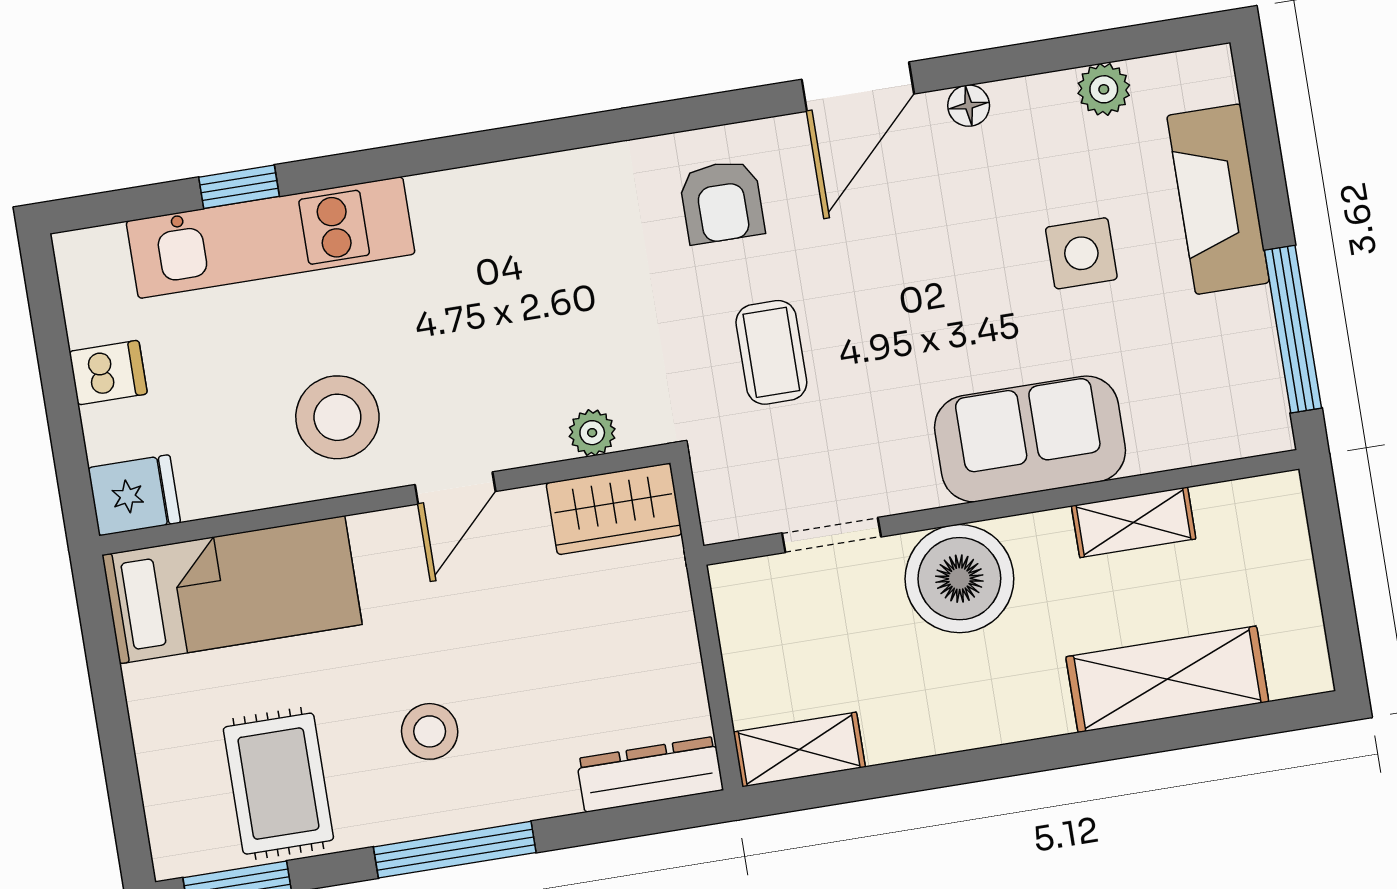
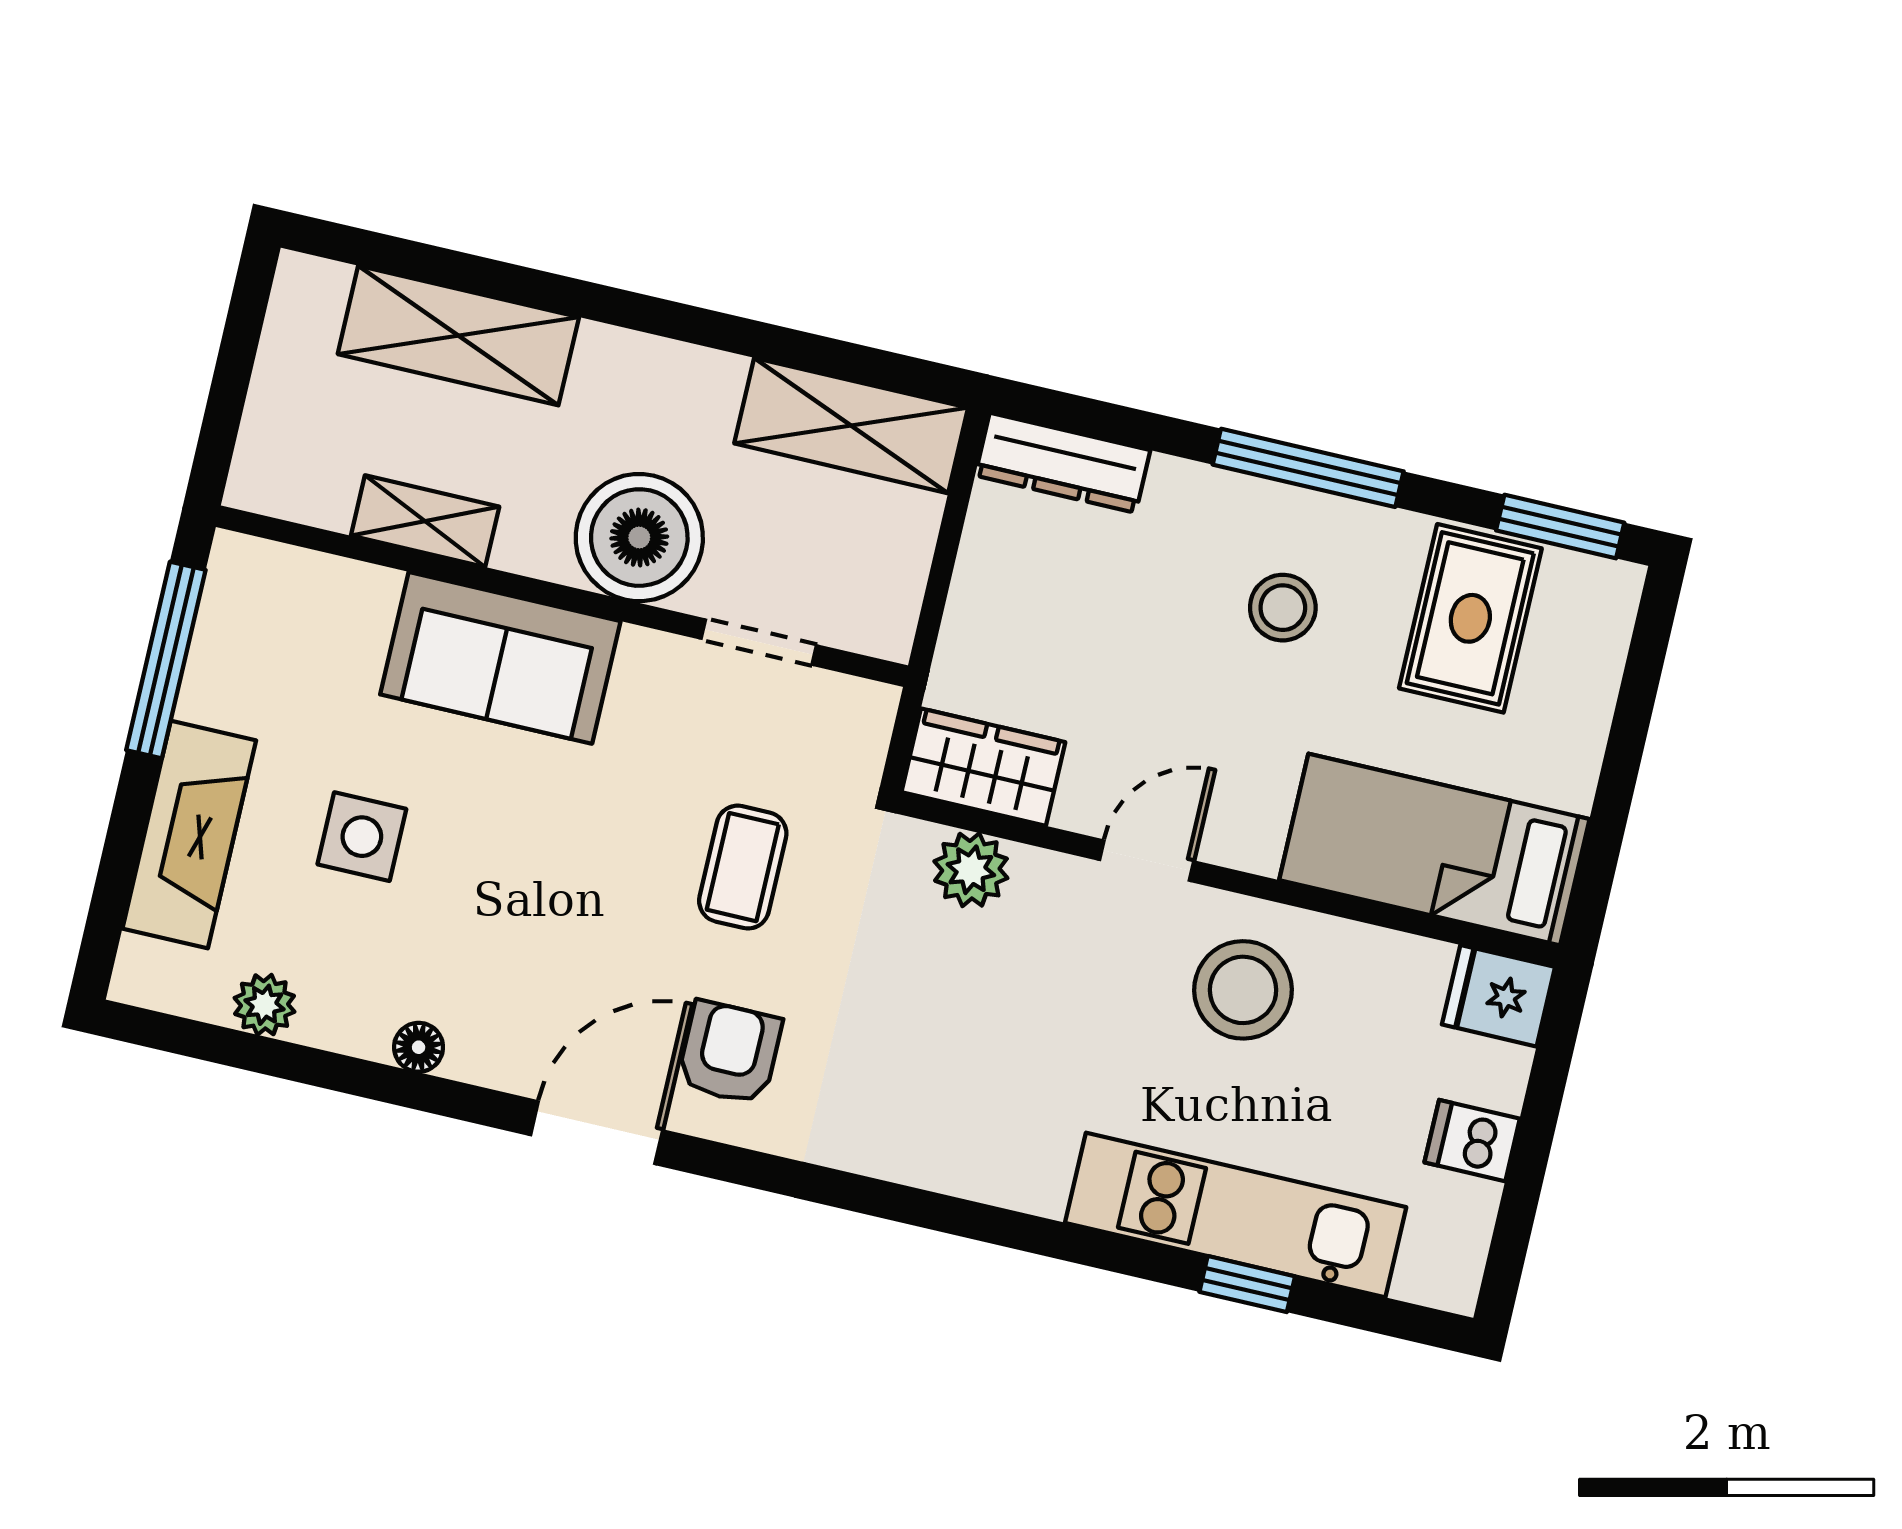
door: (858, 87) -> (597, 1133), moved
plant: (592, 433) -> (971, 870), width x1.38, depth x1.38
shelving: (799, 750) -> (851, 426), width x1.50, depth x1.33

